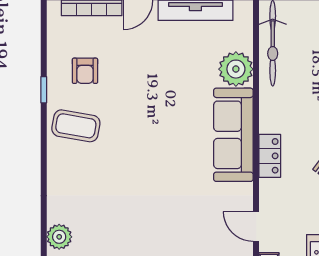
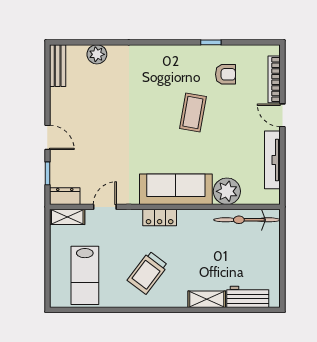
armchair: (85, 71) -> (225, 74), turned 180
coffee table: (76, 126) -> (193, 112), moved

